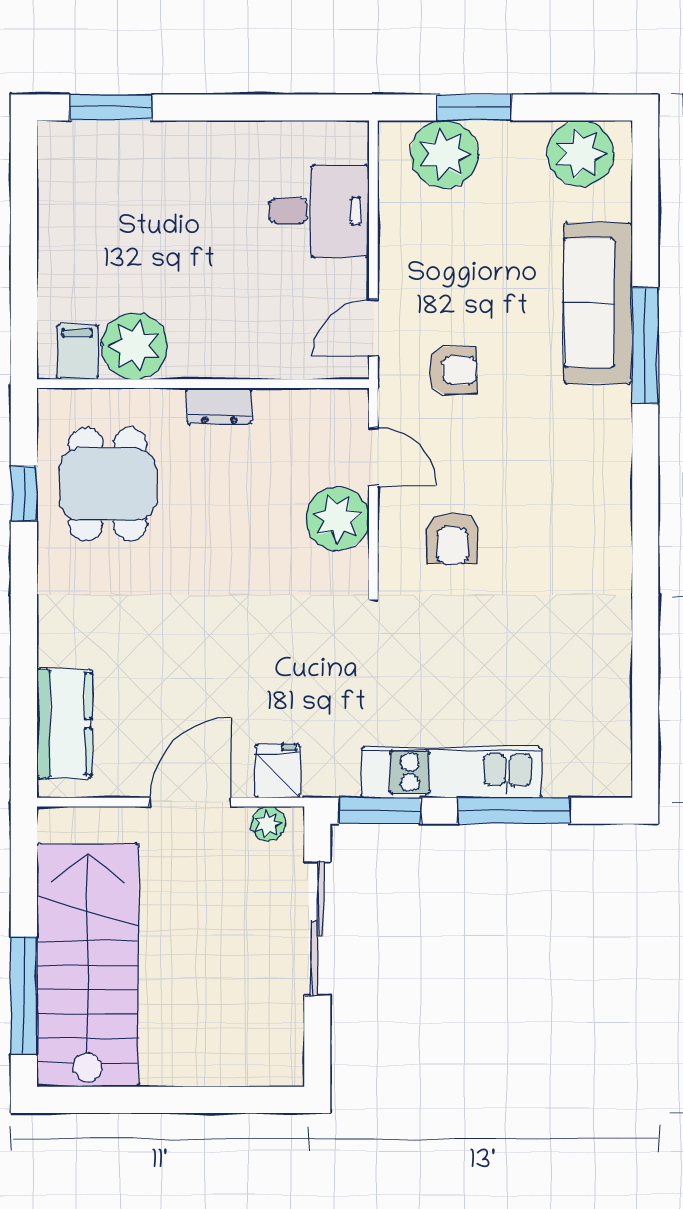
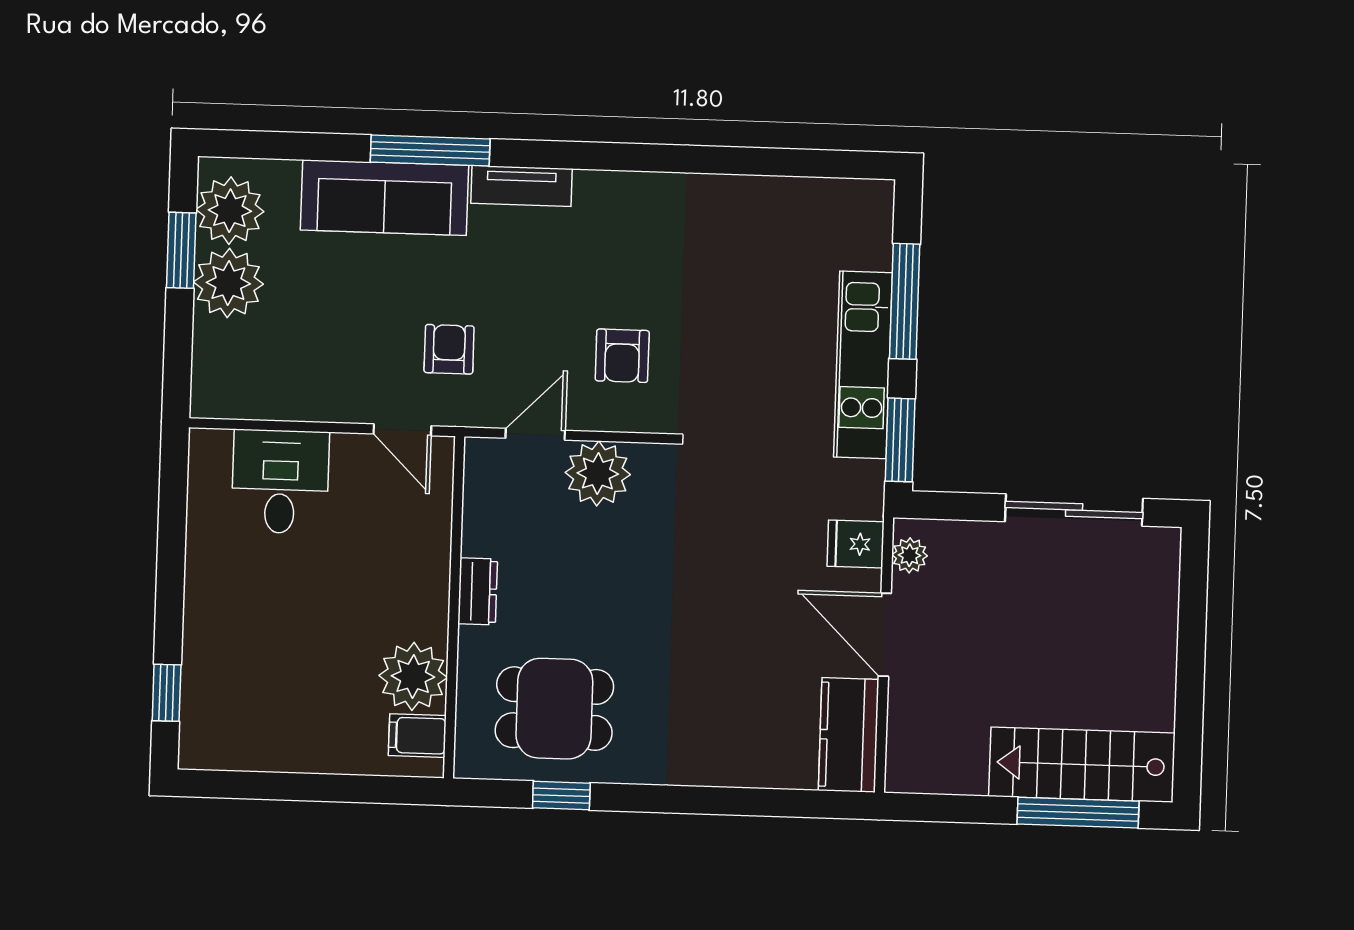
window: (111, 107) -> (167, 693), width x0.67
window: (474, 107) -> (181, 250), moved
plant: (444, 154) -> (228, 283), moved
tv unit: (614, 435) -> (521, 186), added
armchair: (452, 539) -> (622, 356), turned 90
kitchen counter: (64, 724) -> (849, 735), moved, turned -90
sliding door: (317, 929) -> (1074, 510), moved
stairs: (88, 965) -> (1082, 765), width x0.73, depth x0.66

